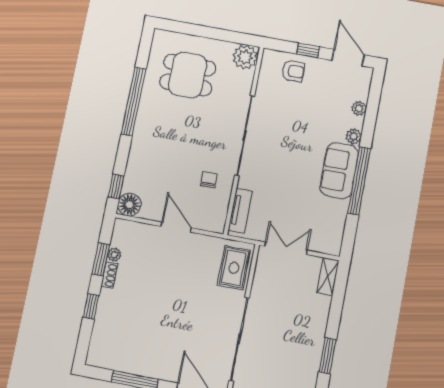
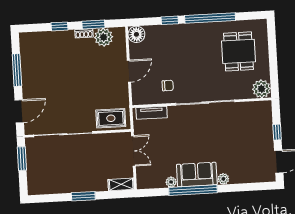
armchair: (293, 71) -> (260, 125), removed
plant: (359, 108) -> (171, 182), moved
window: (116, 187) -> (170, 20), moved
plant: (114, 255) -> (104, 37), width x1.88, depth x1.88
window: (328, 356) -> (83, 196), moved

